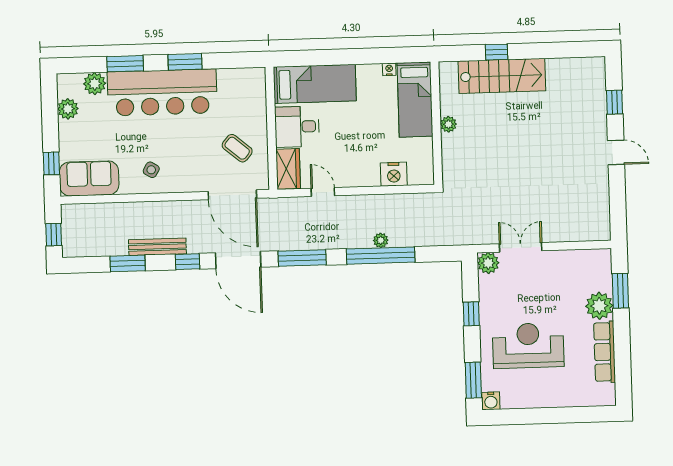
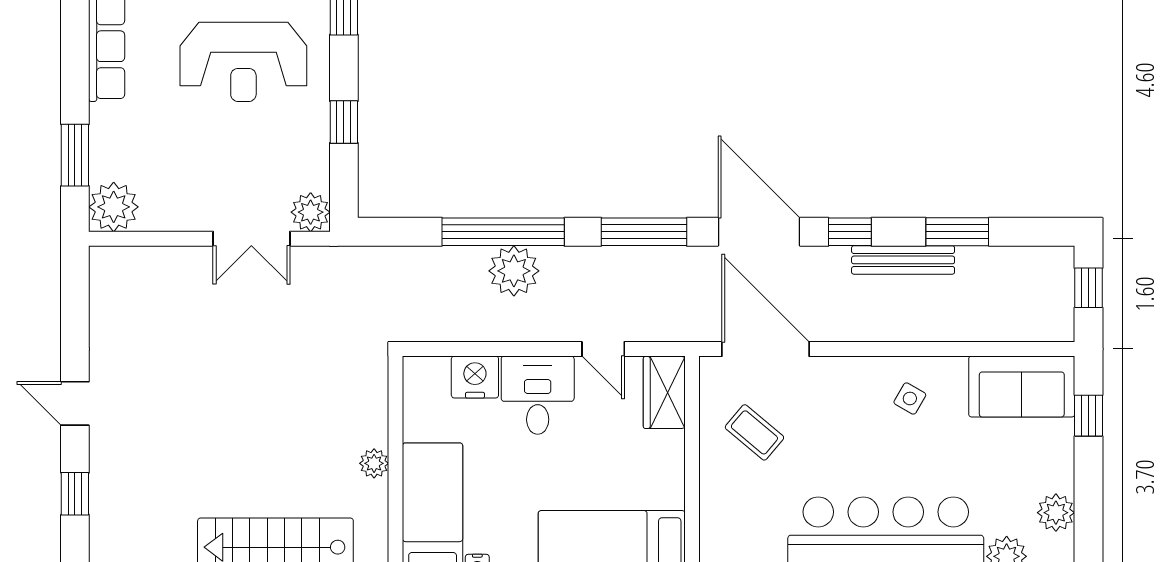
desk: (297, 127) -> (538, 395), moved, turned -90
plant: (381, 240) -> (514, 271), width x1.88, depth x1.88
plant: (599, 306) -> (114, 207), moved

